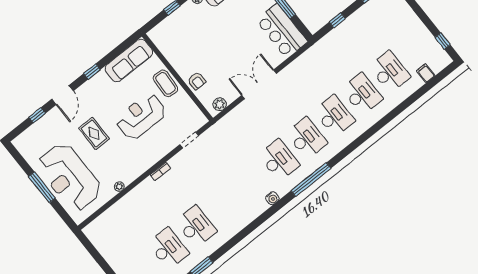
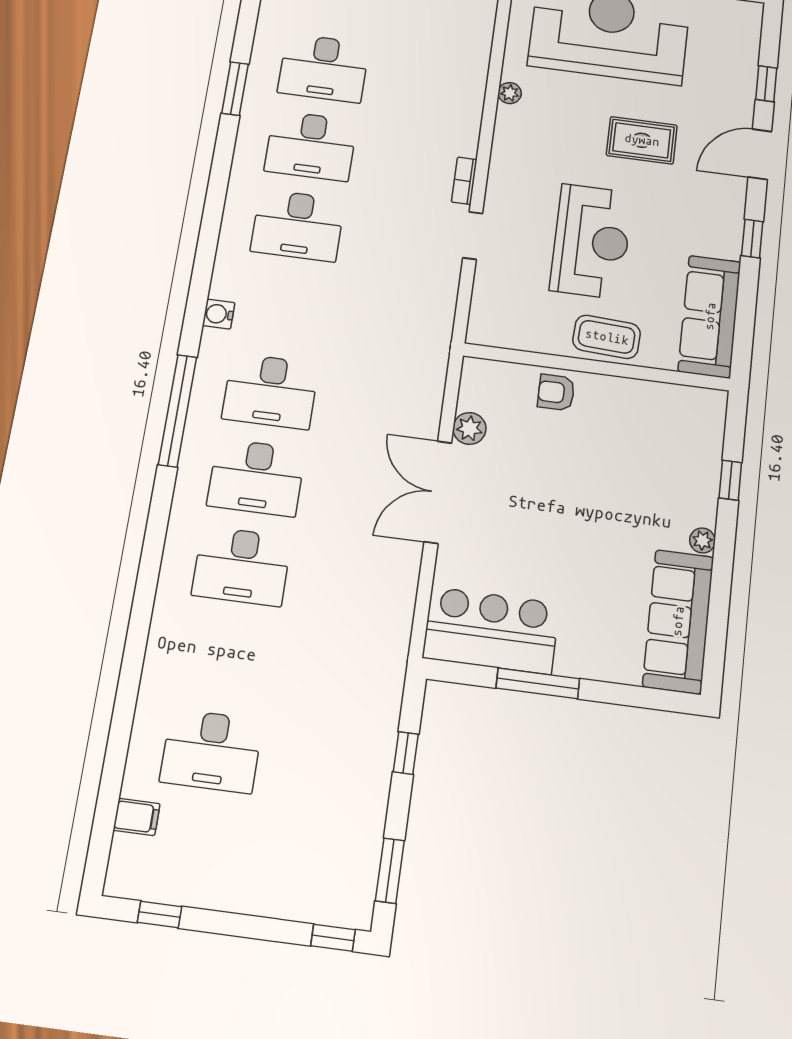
double door: (259, 84) -> (438, 492), swing flipped
desk: (362, 94) -> (298, 225), moved
door: (62, 95) -> (760, 154), hinge flipped
plant: (220, 104) -> (469, 428), moved
doorway: (189, 140) -> (473, 236), moved

